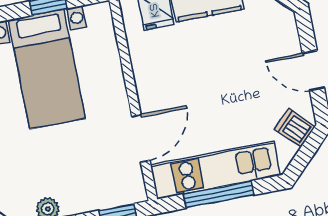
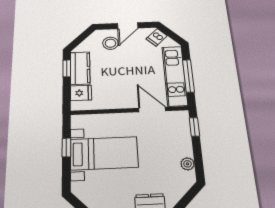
stool: (269, 45) -> (110, 43), added

